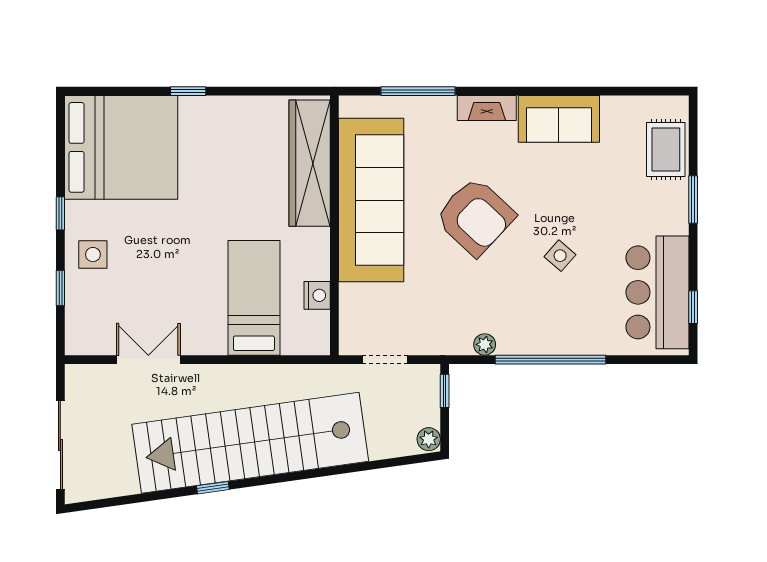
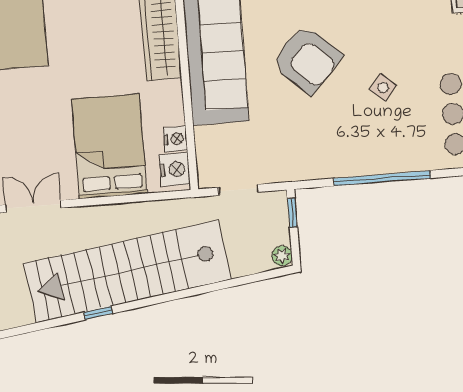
bed: (254, 298) -> (109, 146), width x1.50
nightstand: (314, 330) -> (175, 169), added
plant: (485, 344) -> (324, 170), removed

